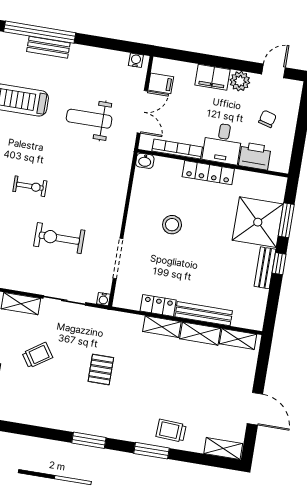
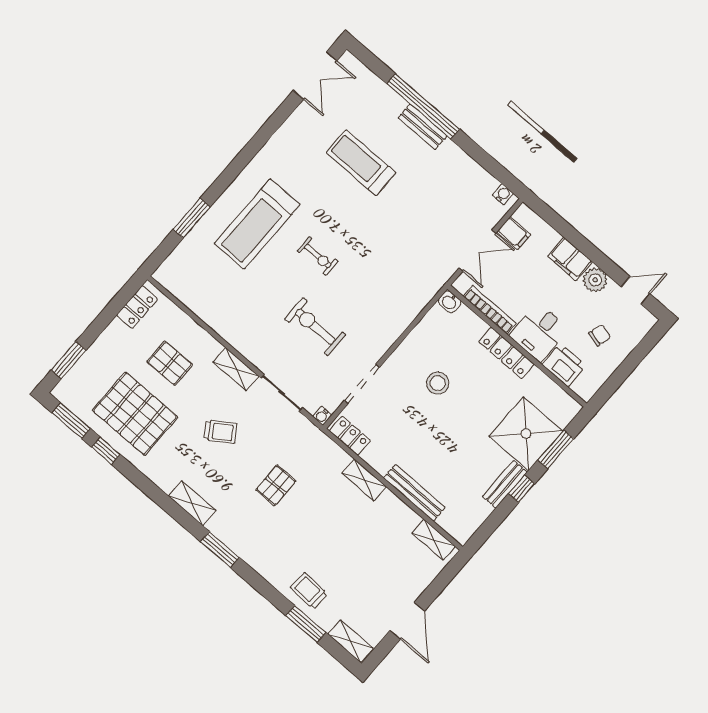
weight bench: (89, 119) -> (419, 224), removed
locker: (158, 305) -> (350, 436), moved
shelving: (200, 334) -> (192, 503), moved
window: (152, 451) -> (306, 624), moved

